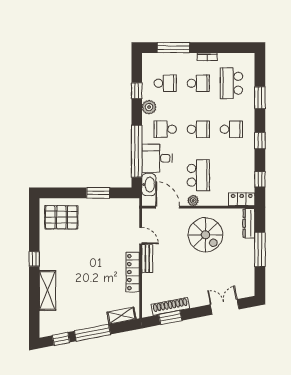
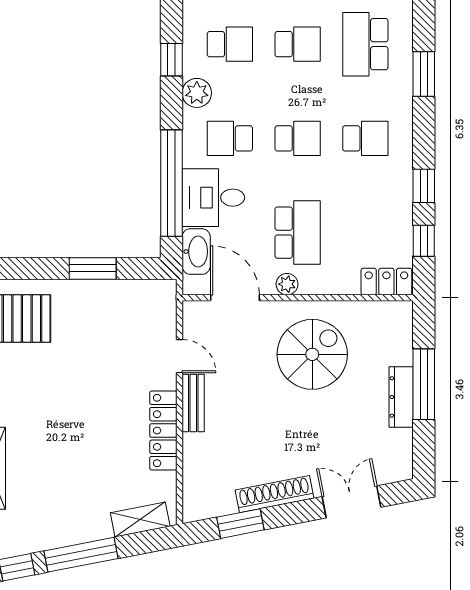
window: (260, 141) -> (424, 186), moved
dresser: (249, 223) -> (401, 397), moved
spiral stairs: (205, 235) -> (312, 354), turned -90
shoe rack: (170, 306) -> (275, 494), moved

